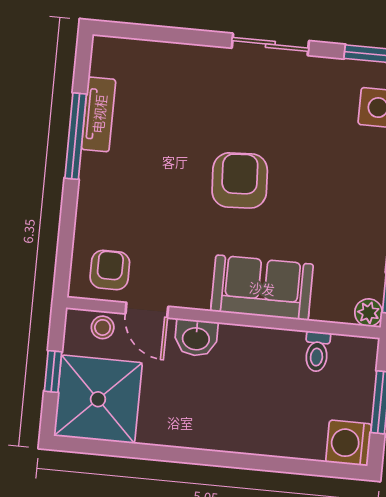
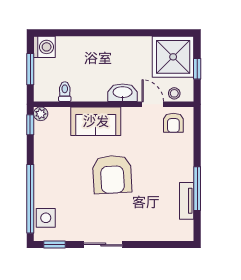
armchair: (240, 180) -> (112, 174), width x1.36, depth x1.36
washbasin: (196, 338) -> (123, 93), width x1.38

